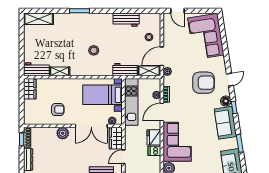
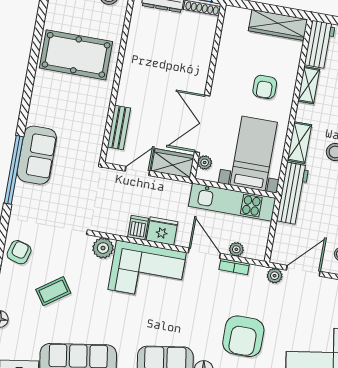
door: (162, 56) -> (303, 271), hinge flipped
workbench: (125, 70) -> (293, 193), width x1.38
shelving: (149, 71) -> (299, 143), moved
wardrobe: (30, 89) -> (278, 25), width x1.50
armchair: (58, 110) -> (265, 87), moved
plant: (63, 133) -> (198, 71), removed
door: (123, 157) -> (137, 171), hinge flipped

